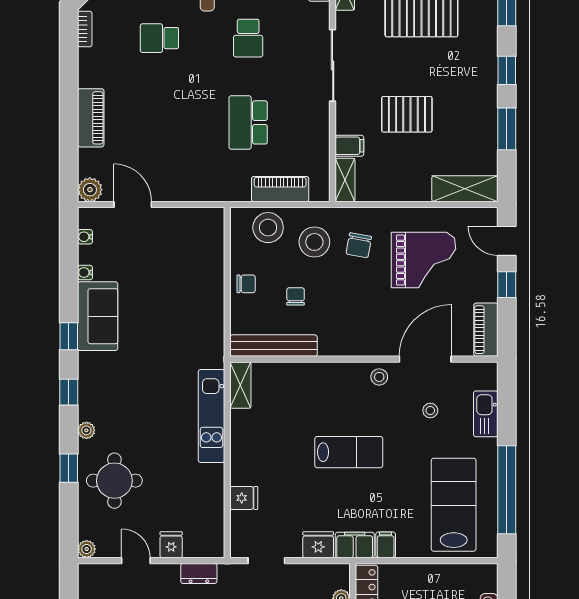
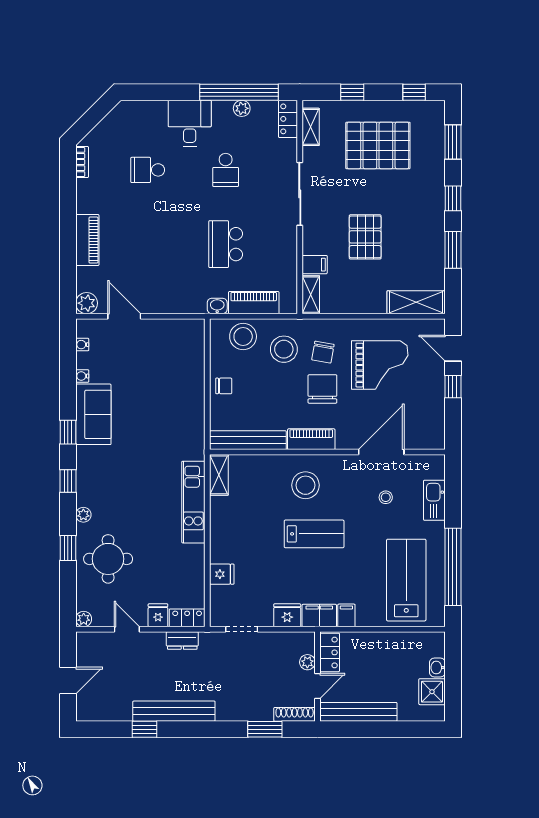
pallet: (407, 114) -> (365, 237), turned 90
washbasin: (239, 193) -> (217, 306), added
chair: (296, 296) -> (322, 389), moved, width x1.87, depth x1.87
piano: (486, 330) -> (311, 439), moved, turned 90
stool: (379, 377) -> (305, 485), moved, width x1.89, depth x1.89
locker: (204, 548) -> (187, 618), added

